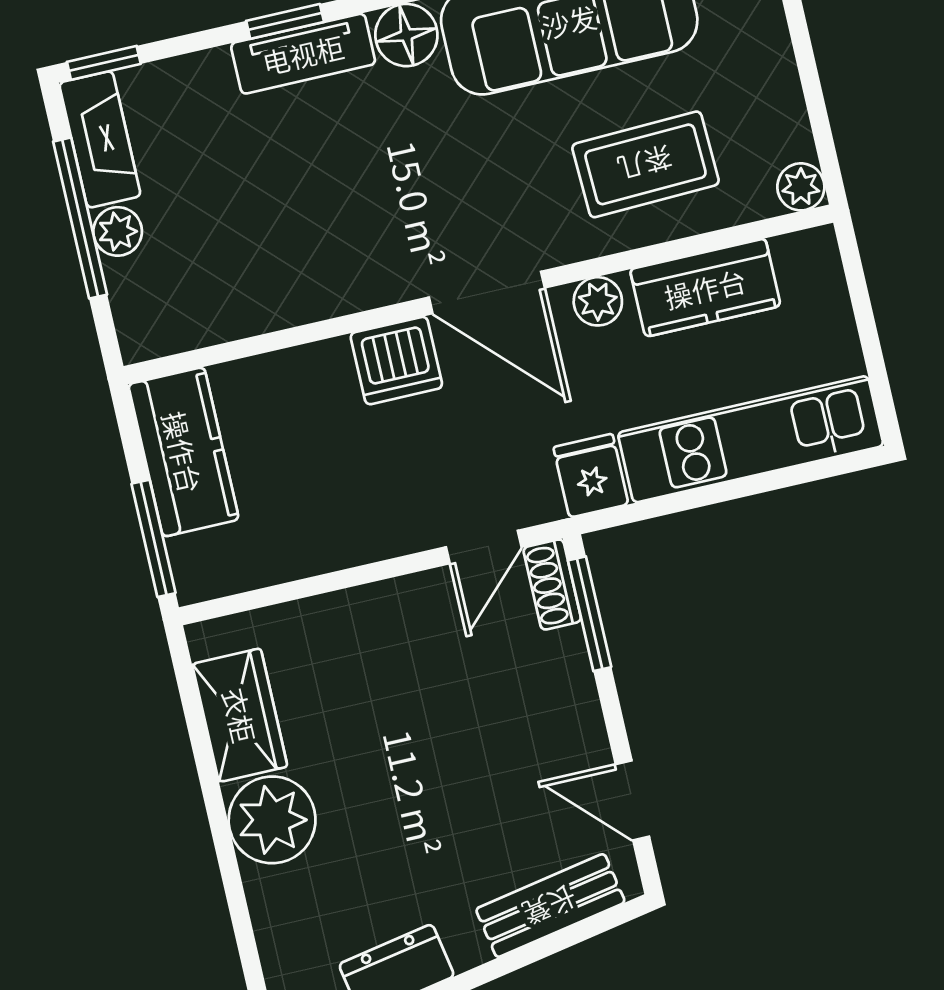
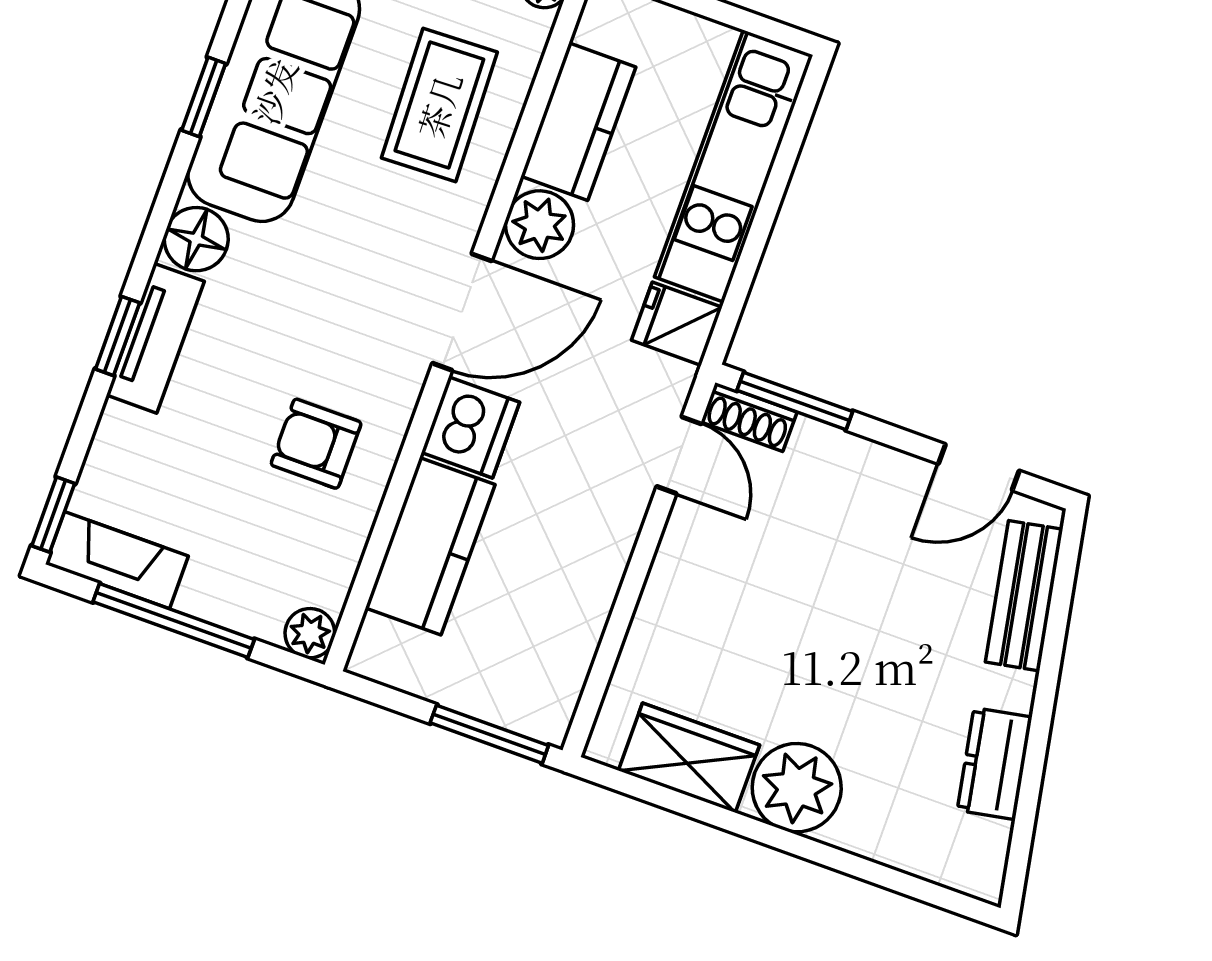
plant: (118, 231) -> (310, 633), moved
armchair: (301, 242) -> (316, 444), added
plant: (598, 301) -> (540, 225), width x1.38, depth x1.38
kitchen counter: (183, 452) -> (430, 546), moved, turned 90

